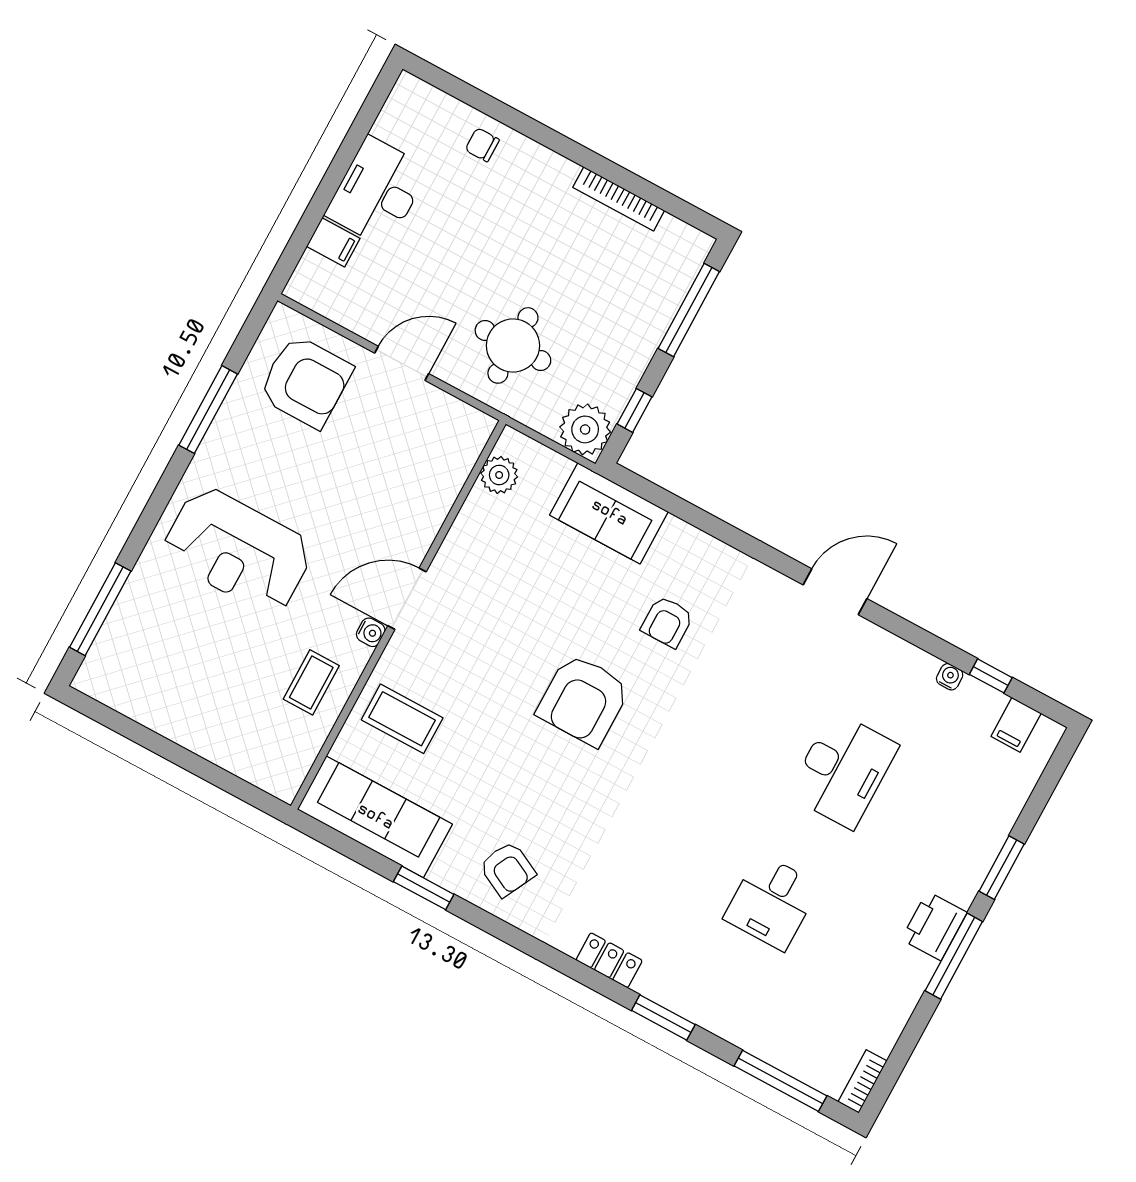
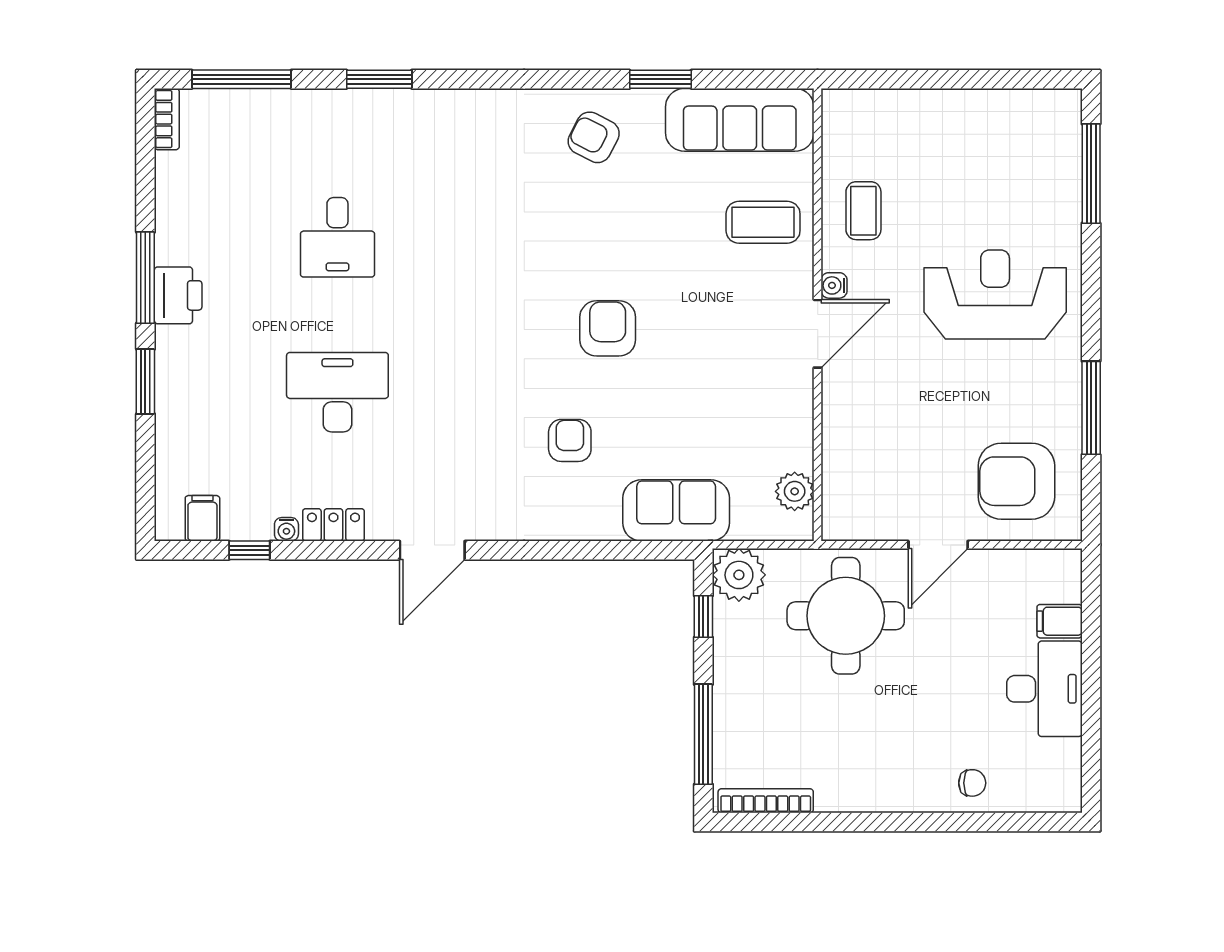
bookcase: (619, 199) -> (766, 801), moved
round table: (513, 345) -> (846, 616), width x1.36, depth x1.36
armchair: (583, 700) -> (608, 328), width x0.73, depth x0.73
desk: (843, 770) -> (337, 392), turned 90
desk: (772, 902) -> (337, 237), turned 180
locker: (609, 960) -> (333, 525), moved, turned 180

